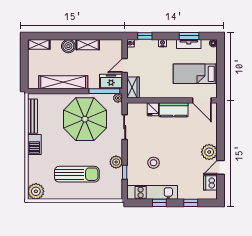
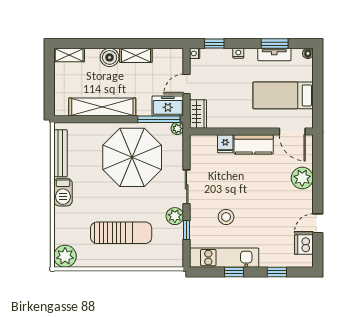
sliding door: (125, 127) -> (187, 187), moved
plant: (209, 152) -> (302, 178), moved

